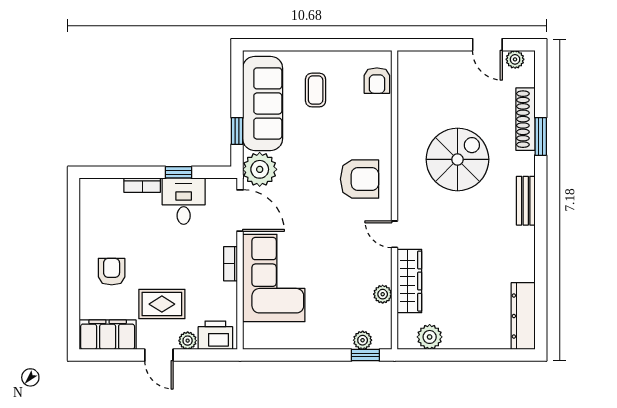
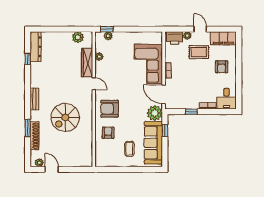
armchair: (377, 81) -> (108, 133), moved
desk: (184, 201) -> (226, 99), moved
window: (541, 289) -> (28, 59), added

